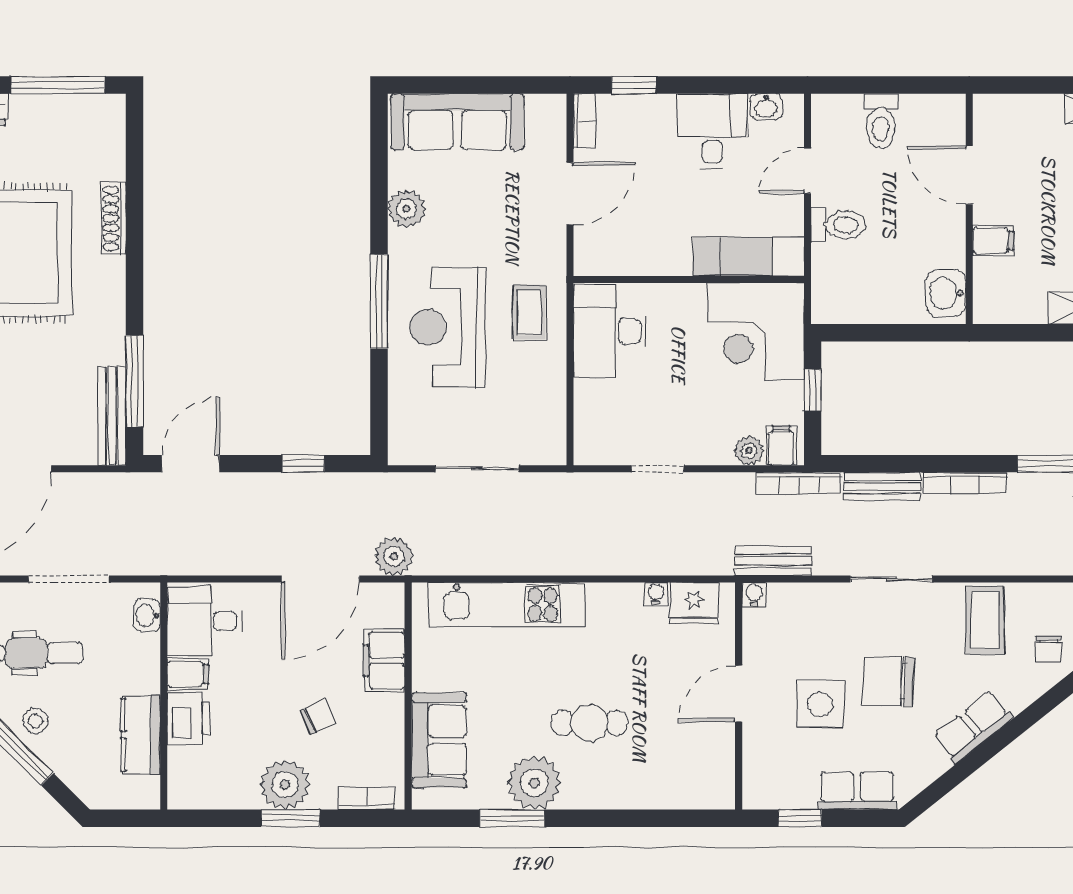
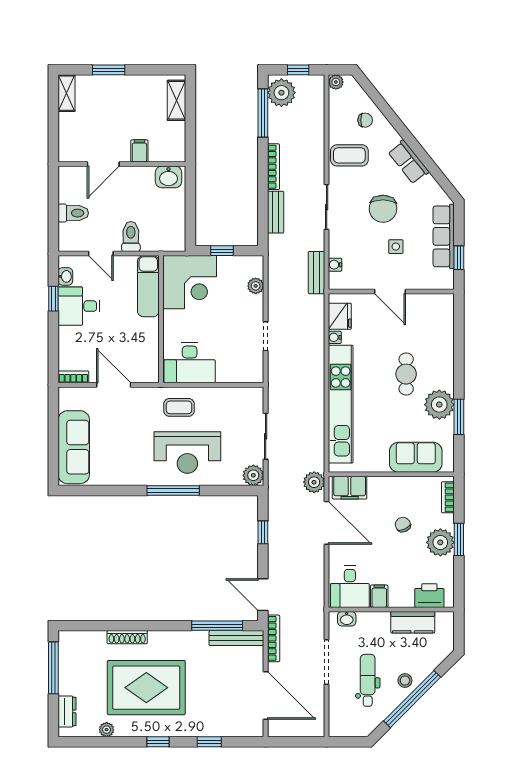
window: (634, 85) -> (53, 299), moved
plant: (406, 209) -> (253, 475), moved
filing cabinet: (781, 446) -> (253, 268), removed
bookcase: (799, 483) -> (274, 638), moved
water cooler: (754, 594) -> (335, 265), moved
kitchen unit: (507, 604) -> (341, 404), width x1.36
filing cabinet: (384, 661) -> (350, 488), moved
side table: (820, 704) -> (396, 247), width x0.54, depth x0.54
printer: (189, 719) -> (429, 596), moved
row of seats: (857, 791) -> (444, 236), width x1.48

